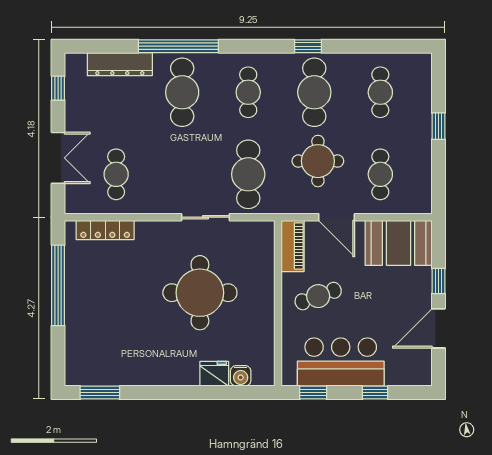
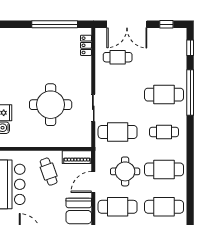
window: (308, 46) -> (190, 48), moved
dresser: (120, 64) -> (180, 59), removed
cafe table: (380, 92) -> (164, 207), width x1.37, depth x1.35
double door: (58, 158) -> (127, 24), width x1.37
cafe table: (380, 174) -> (118, 207), width x1.37, depth x1.35
locker: (105, 230) -> (86, 45), width x0.66

